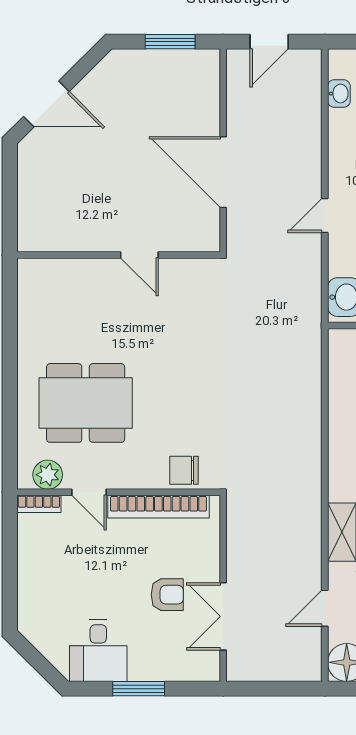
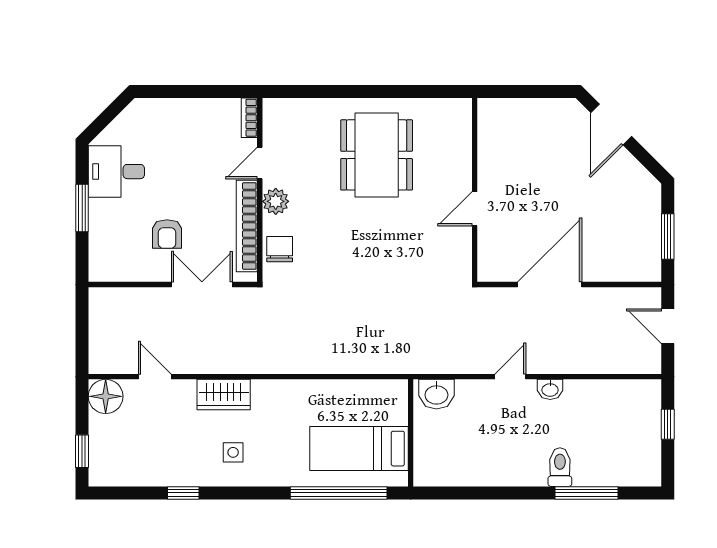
washbasin: (339, 94) -> (550, 389), moved
door: (325, 215) -> (510, 377), hinge flipped
dining table: (86, 403) -> (377, 155), moved
plant: (48, 475) -> (276, 201), moved
double door: (223, 616) -> (202, 285), moved

